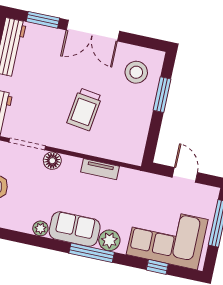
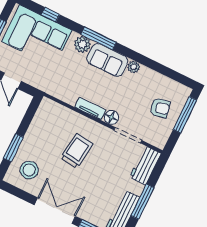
tv unit: (100, 169) -> (90, 109), moved

